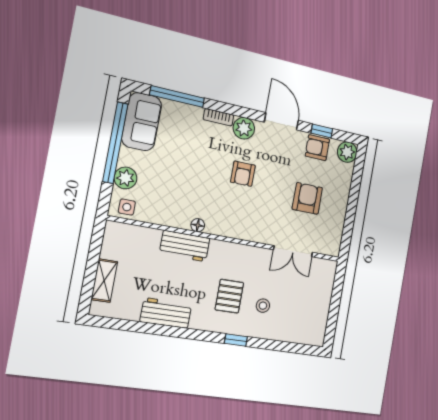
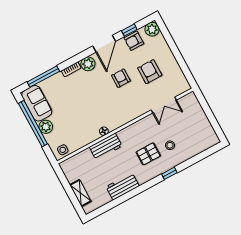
door: (281, 121) -> (104, 44), swing flipped
armchair: (243, 174) -> (121, 78), moved, turned 180
plant: (125, 178) -> (46, 127), moved
pallet: (229, 296) -> (148, 154), turned 90

